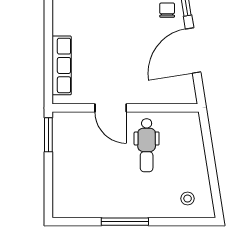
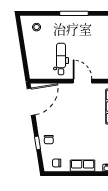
door: (193, 51) -> (31, 102), moved

